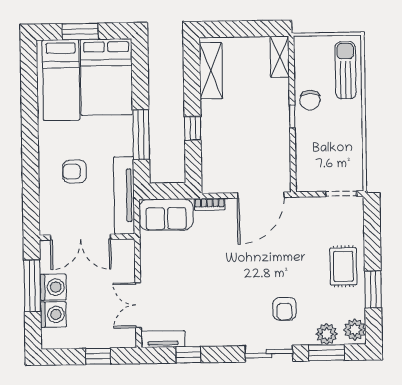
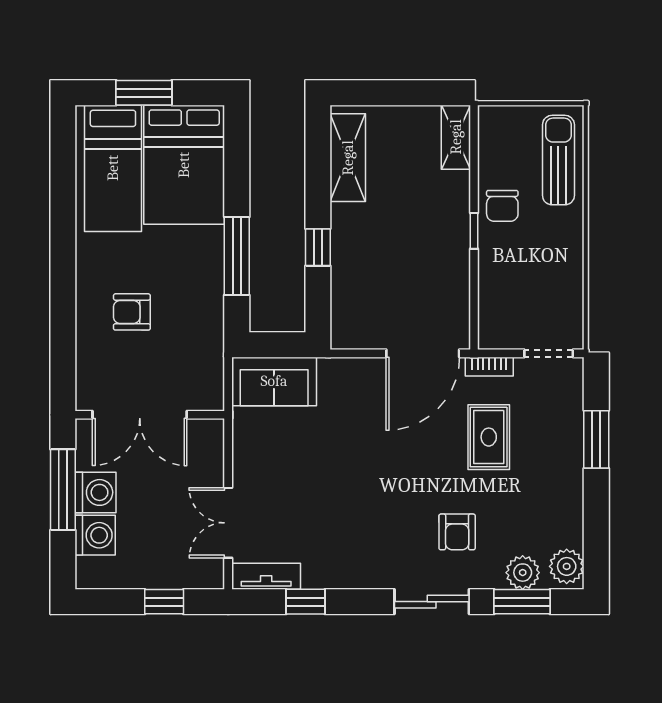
tv unit: (124, 195) -> (209, 350), removed
bookcase: (210, 204) -> (489, 367), moved
rug: (343, 266) -> (489, 437), moved
window: (373, 289) -> (596, 439), moved

